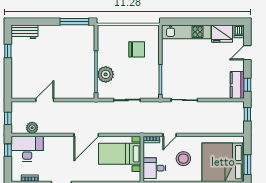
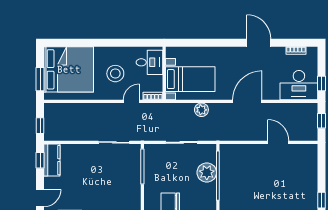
door: (45, 100) -> (278, 142), swing flipped
plant: (32, 128) -> (201, 110), moved
door: (86, 135) -> (247, 101), moved
window: (247, 165) -> (40, 79), moved

